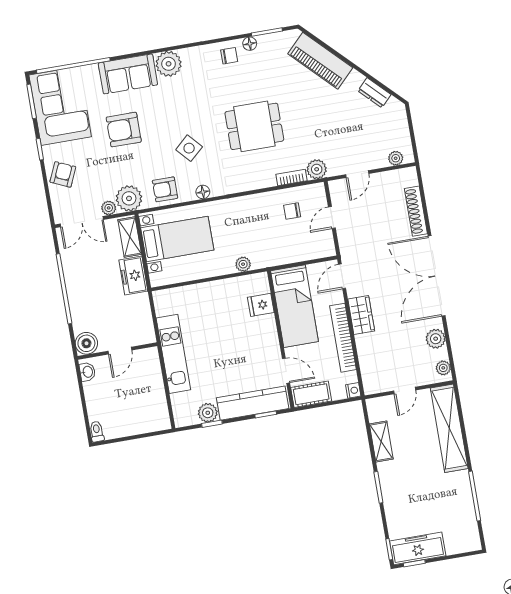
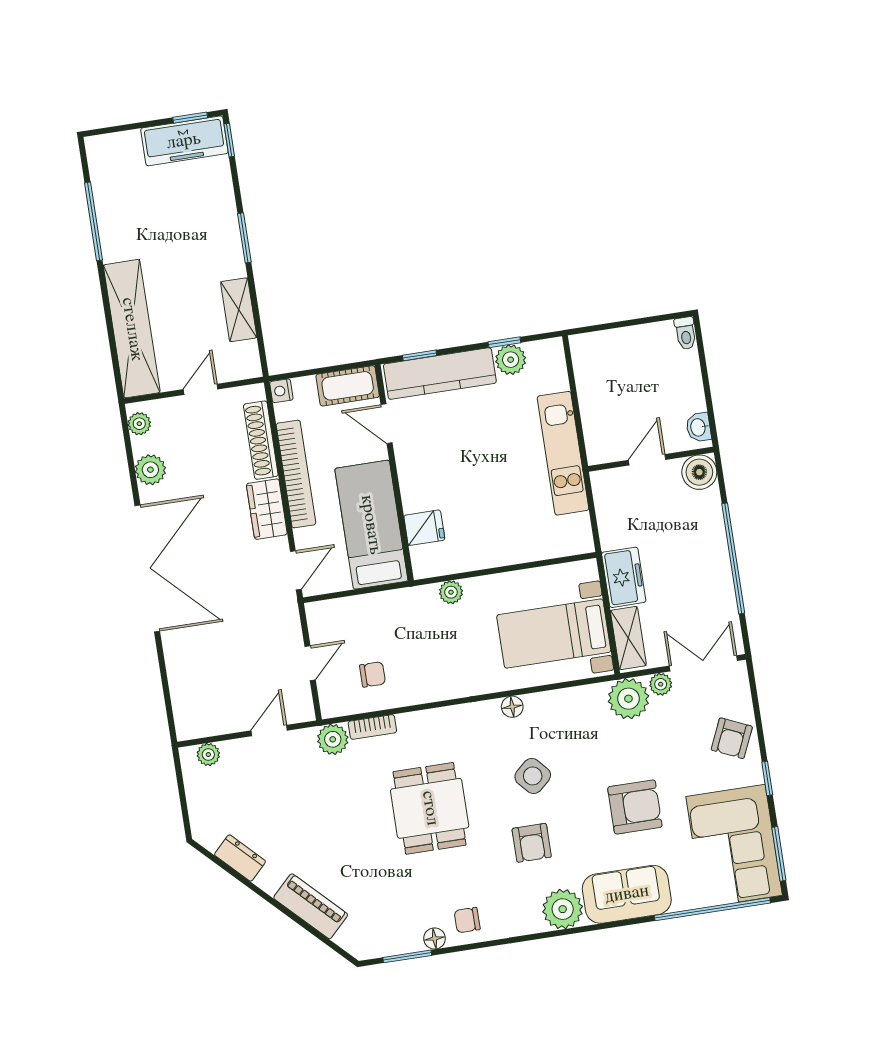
piano: (320, 61) -> (311, 906), width x0.73, depth x0.75
dining table: (254, 126) -> (430, 808), turned 90
armchair: (165, 189) -> (532, 843), moved, turned 90
shoe rack: (416, 211) -> (261, 440), moved, turned 180

